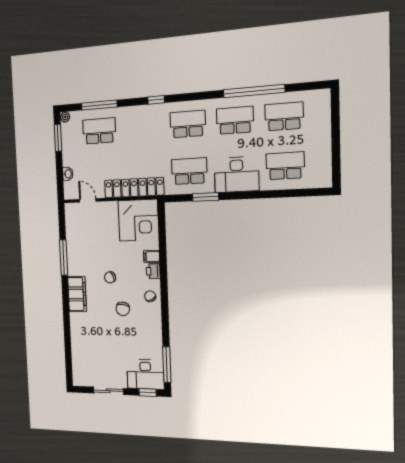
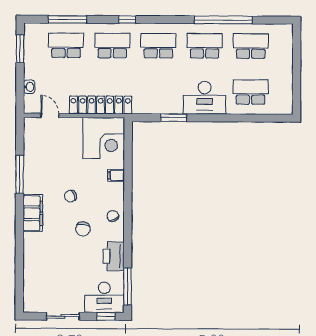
plant: (65, 117) -> (29, 28), removed
school desk: (189, 171) -> (112, 46), moved
printer: (153, 271) -> (114, 256), moved, width x1.87, depth x1.48

